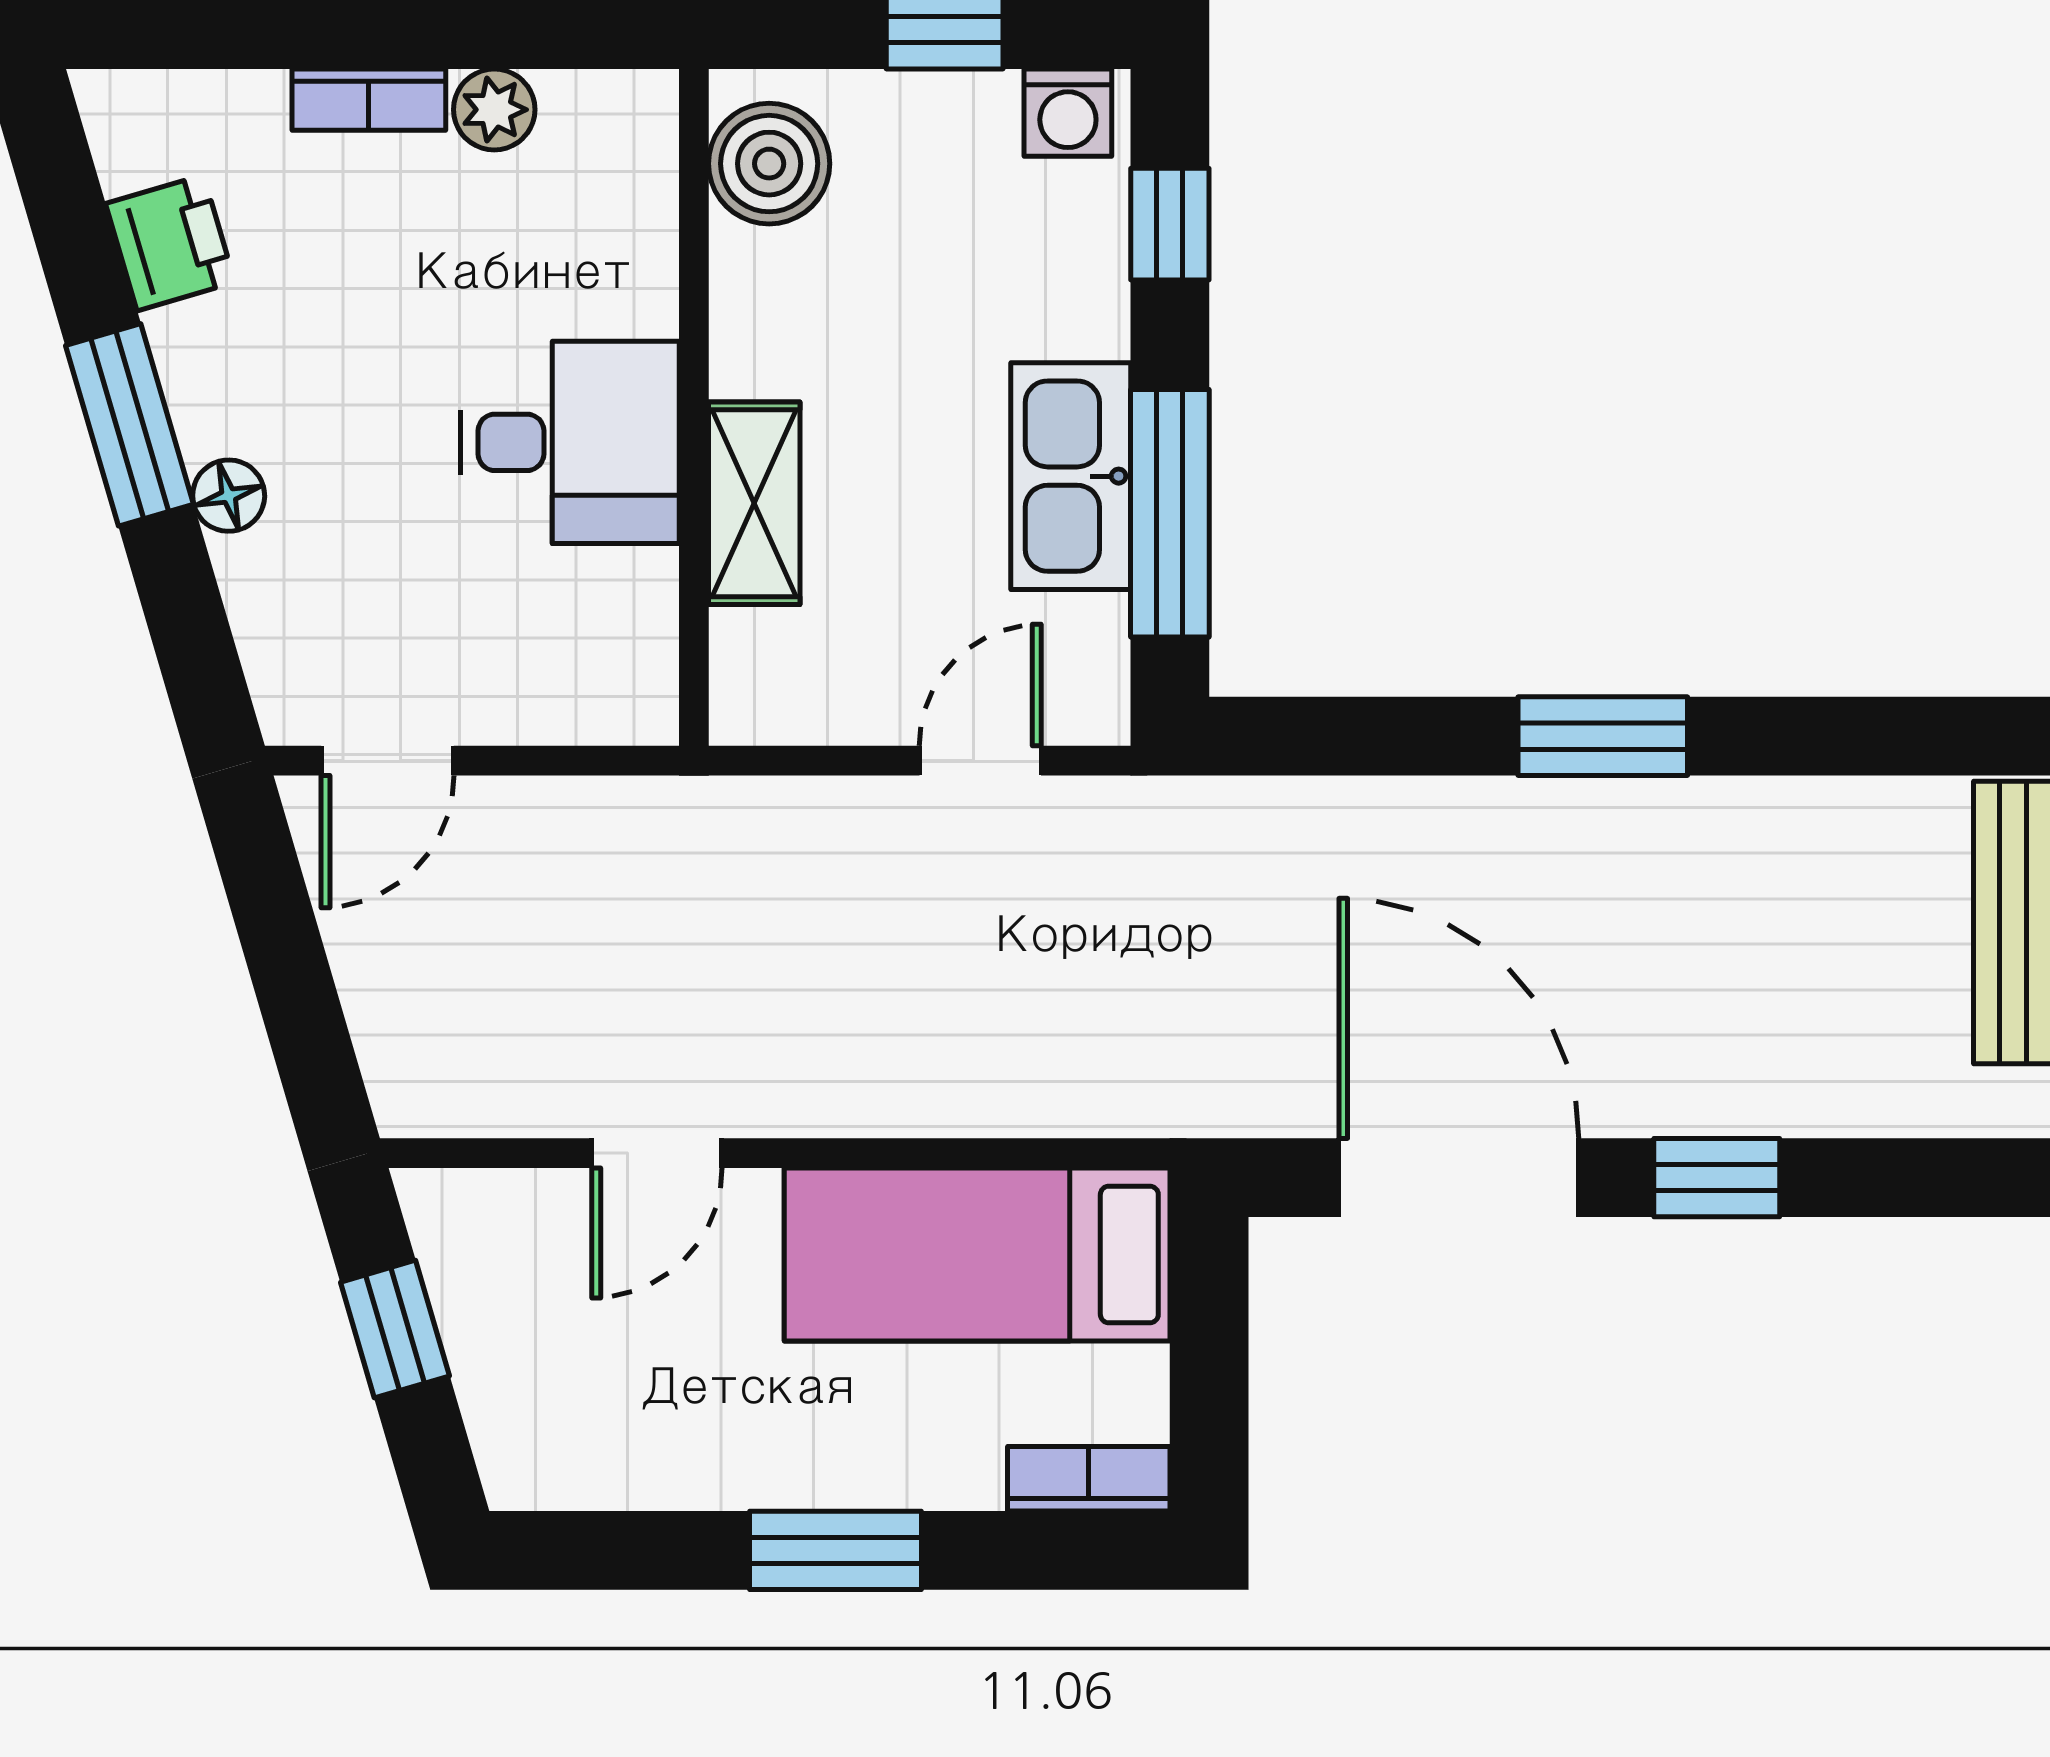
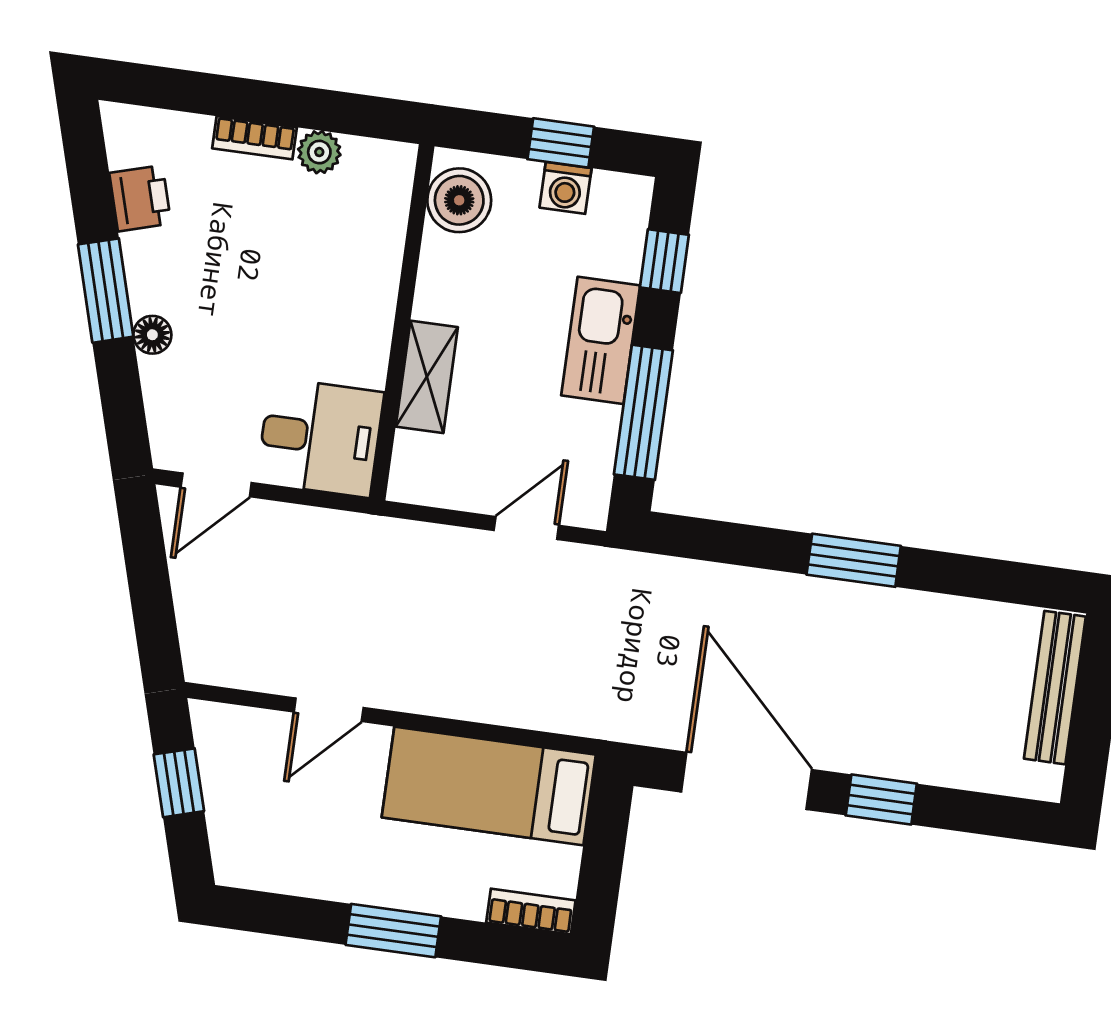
washing machine: (1068, 113) -> (566, 188), moved
desk: (570, 442) -> (320, 437), moved
kitchen sink: (1071, 476) -> (601, 340), moved

